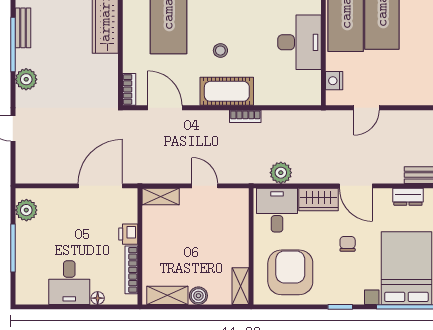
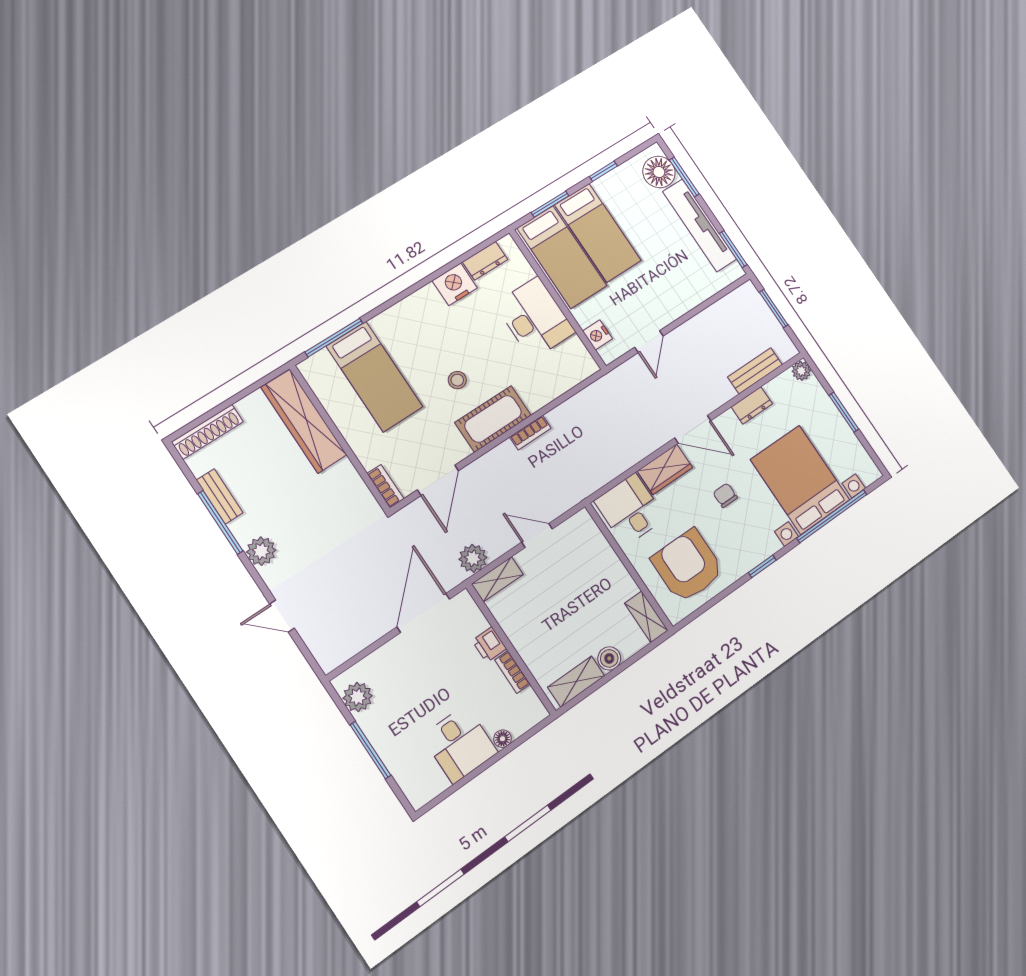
door: (165, 108) -> (438, 480), swing flipped
plant: (281, 173) -> (473, 558), moved
bookcase: (131, 270) -> (512, 672), width x0.64

